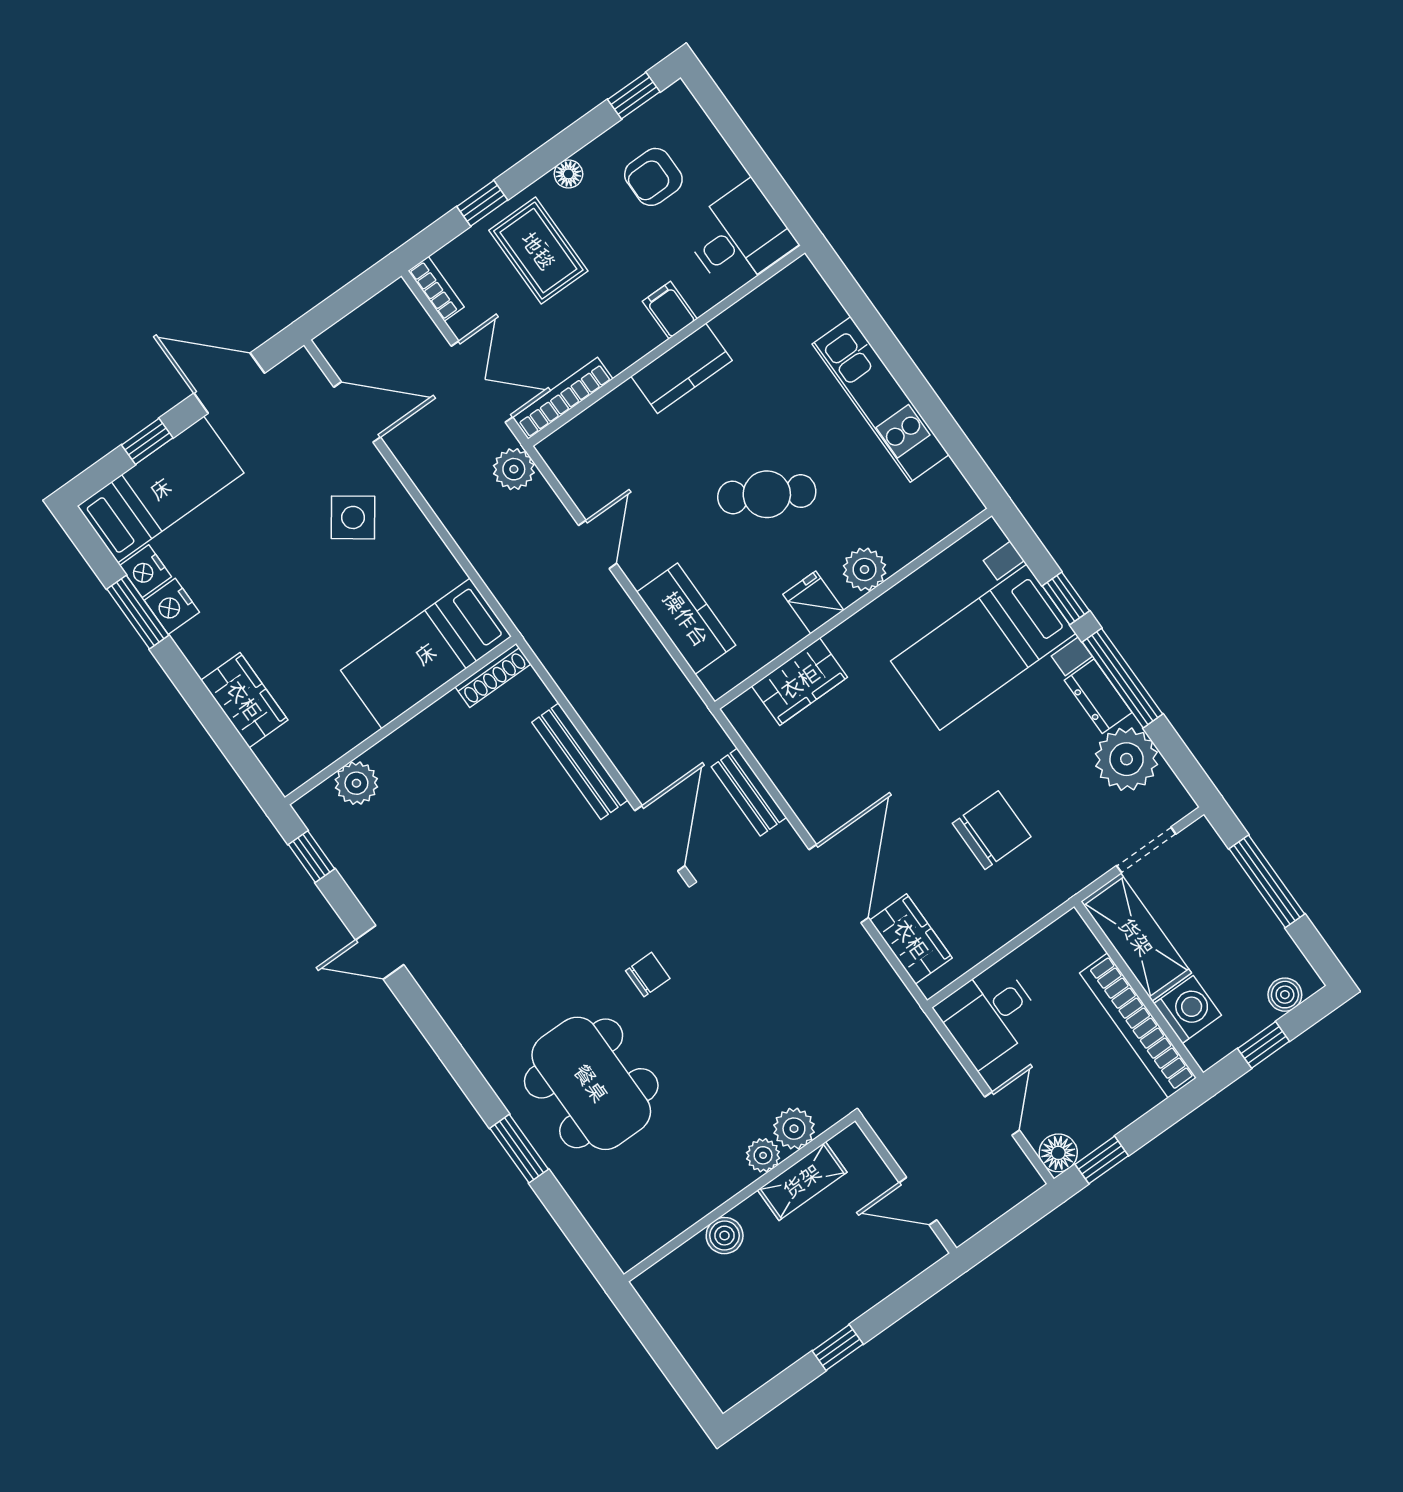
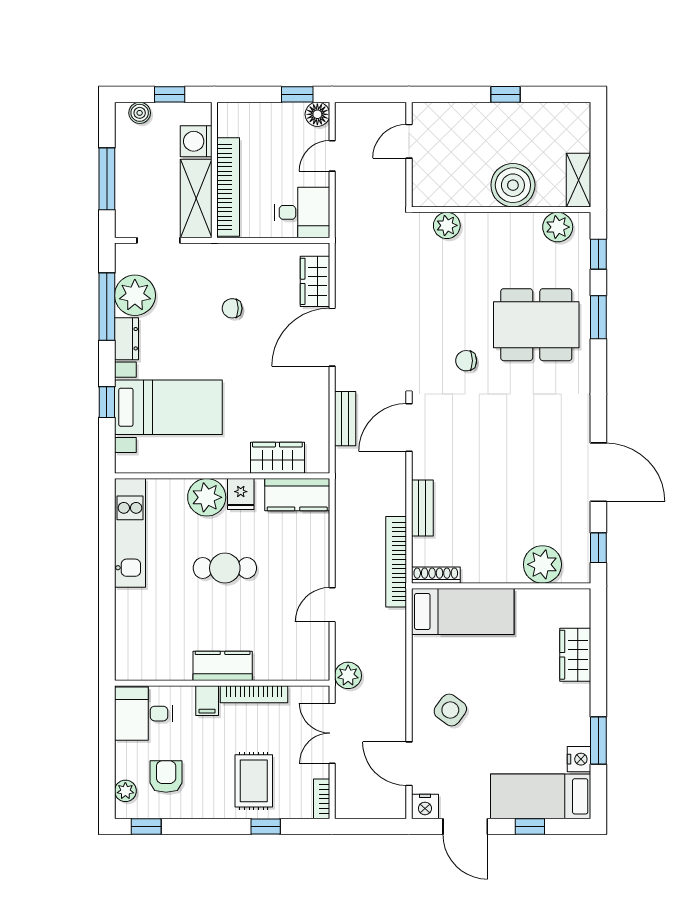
plant: (692, 122) -> (125, 791), added
floor lamp: (568, 174) -> (209, 810), removed
armchair: (653, 177) -> (166, 777), turned -90
bookcase: (563, 398) -> (254, 694), moved
kitchen unit: (880, 399) -> (130, 533), moved
cafe table: (767, 494) -> (225, 568), turned -30
plant: (865, 569) -> (207, 497), width x1.36, depth x1.36
nightstand: (172, 606) -> (425, 806), moved, turned 90
kitchen counter: (686, 619) -> (297, 495), moved, turned -90
bookcase: (555, 656) -> (396, 562), added
window: (1122, 678) -> (107, 307), moved
bench: (580, 761) -> (422, 508), width x0.73
plant: (356, 783) -> (542, 564), width x1.36, depth x1.36
chair: (992, 830) -> (232, 308), width x0.54, depth x0.54
door: (380, 952) -> (598, 472), width x1.87
bookcase: (1138, 1025) -> (228, 187), moved
dining table: (591, 1083) -> (536, 325), turned 90
plant: (763, 1155) -> (558, 227), moved, width x1.38, depth x1.38
shelving: (802, 1181) -> (579, 180), moved, turned 90
door: (918, 1201) -> (409, 141), swing flipped
window: (576, 1229) -> (598, 254), added
boiler: (725, 1236) -> (513, 185), width x1.86, depth x1.86

